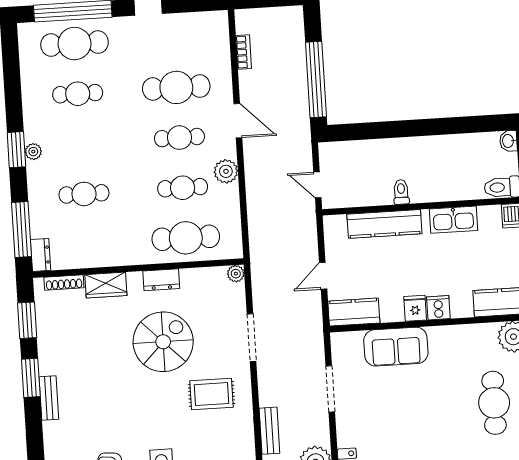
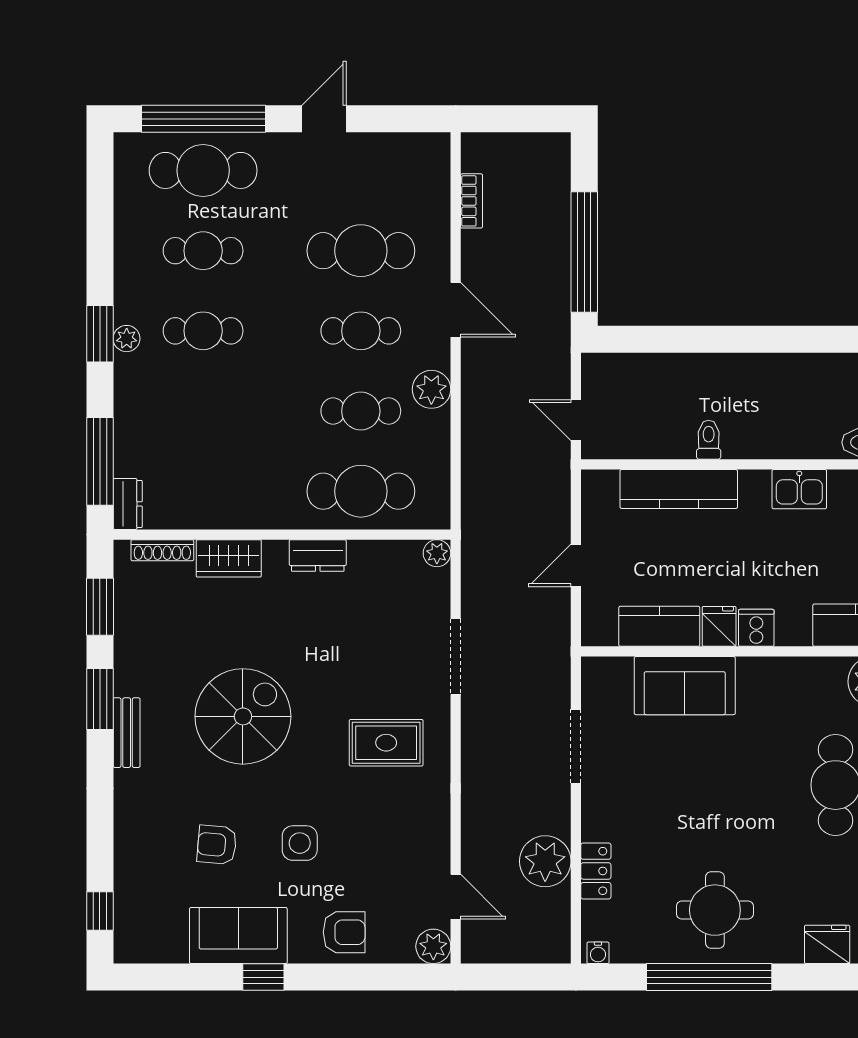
cafe table: (84, 194) -> (203, 331), moved
kitchen sink: (453, 220) -> (799, 489), width x0.73
kitchen counter: (354, 312) -> (659, 626), moved
spiral stairs: (163, 342) -> (243, 716), moved
bench: (269, 431) -> (475, 807), removed

